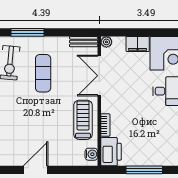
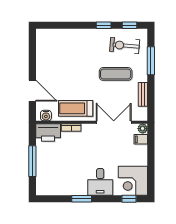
bench: (84, 42) -> (143, 94), moved
filing cabinet: (138, 44) -> (141, 139), moved, width x0.50
treadmill: (83, 120) -> (76, 108), turned 180
door: (36, 170) -> (32, 91), moved

